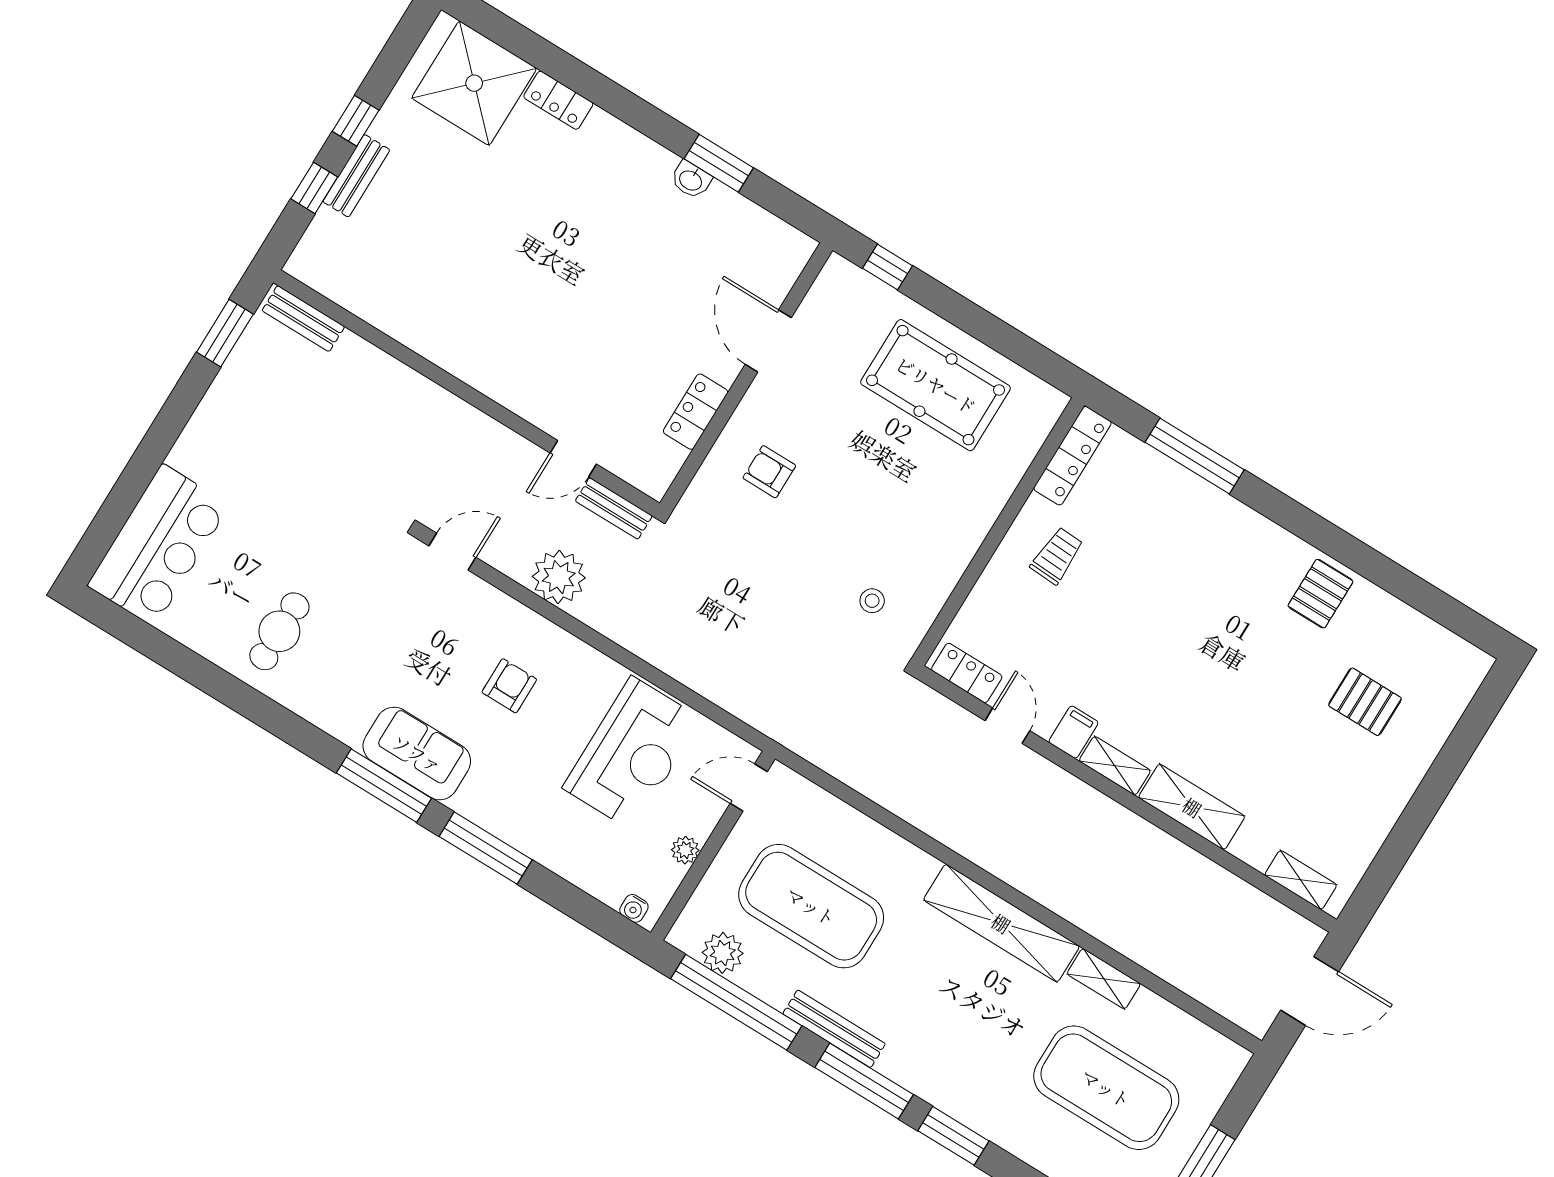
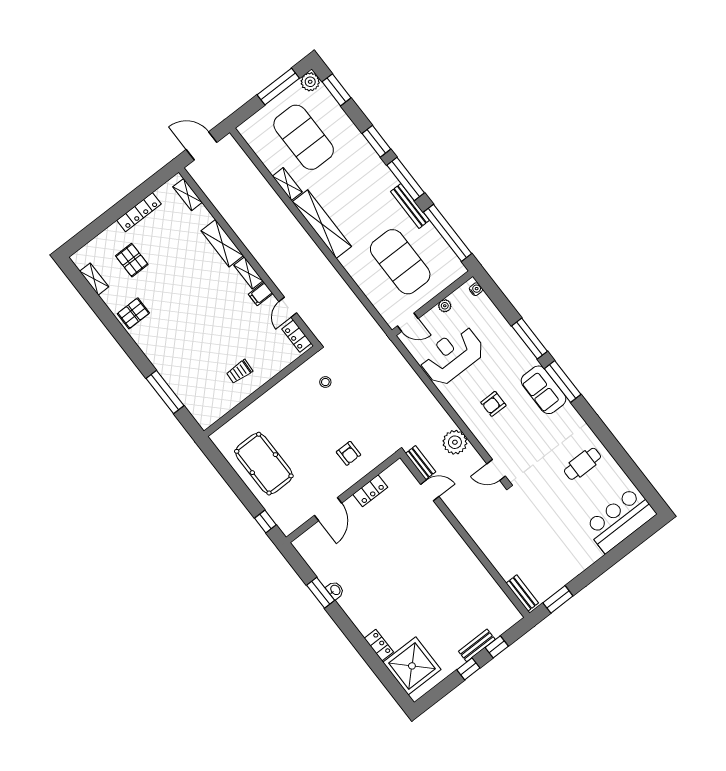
locker: (1072, 456) -> (139, 212), moved, turned 180
shelving: (1428, 634) -> (94, 279), added
plant: (723, 953) -> (445, 256), removed

